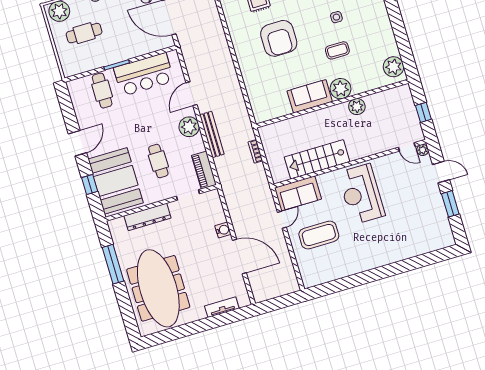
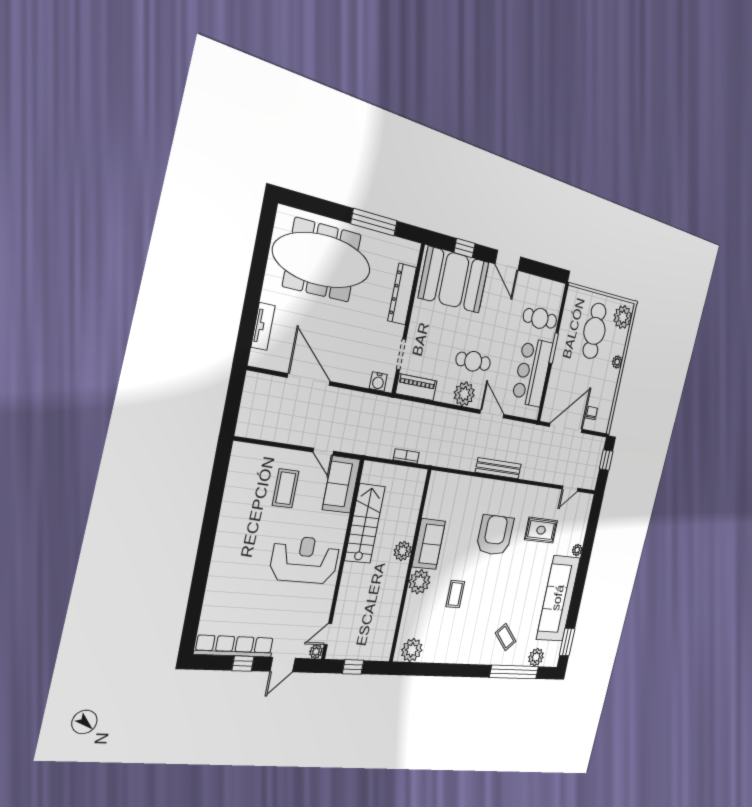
side table: (336, 17) -> (484, 606), removed
cafe table: (84, 33) -> (594, 331), width x1.37, depth x1.35
armchair: (279, 38) -> (495, 535), turned 90
plant: (357, 107) -> (403, 551), moved
bench: (212, 134) -> (498, 468), moved
cafe table: (158, 161) -> (473, 361), moved
window: (450, 204) -> (243, 664), width x0.67
row of seats: (440, 217) -> (234, 646), added
water cooler: (223, 230) -> (378, 381), moved
coffee table: (319, 235) -> (286, 488), width x0.73, depth x0.76
door: (239, 256) -> (309, 380), swing flipped

